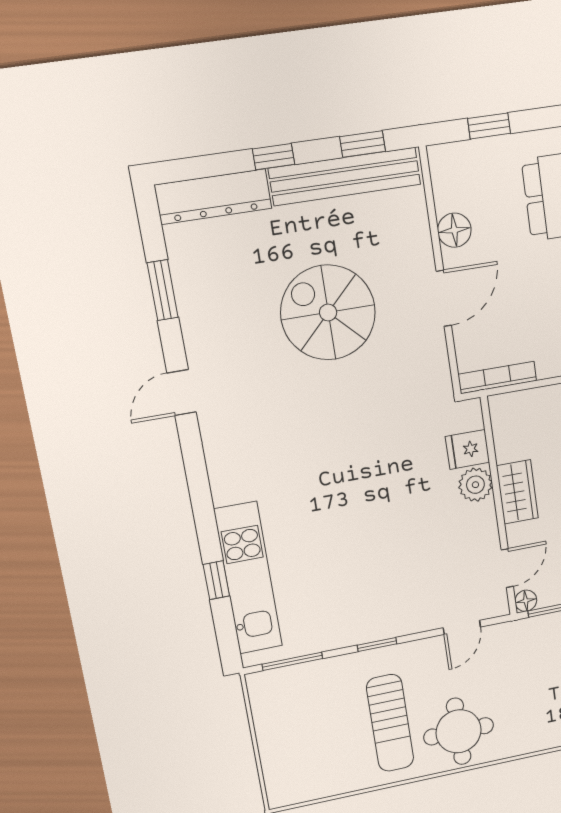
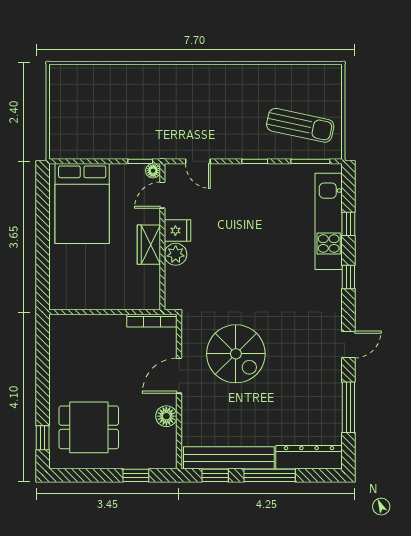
window: (274, 157) -> (270, 475), width x2.17
window: (163, 290) -> (348, 407), width x1.44
spiral stairs: (328, 312) -> (236, 354), moved
fridge: (467, 449) -> (178, 231), moved
window: (201, 499) -> (348, 277), added
door: (462, 627) -> (198, 161), swing flipped
sun lounger: (390, 723) -> (300, 125), moved, turned 102
round table: (459, 731) -> (210, 90), removed

